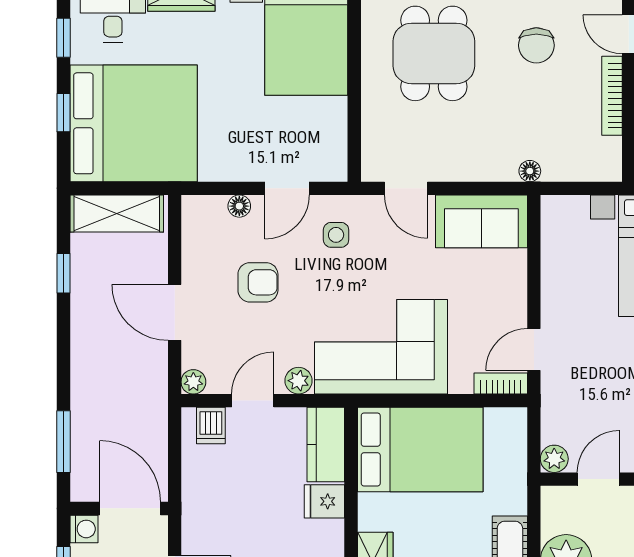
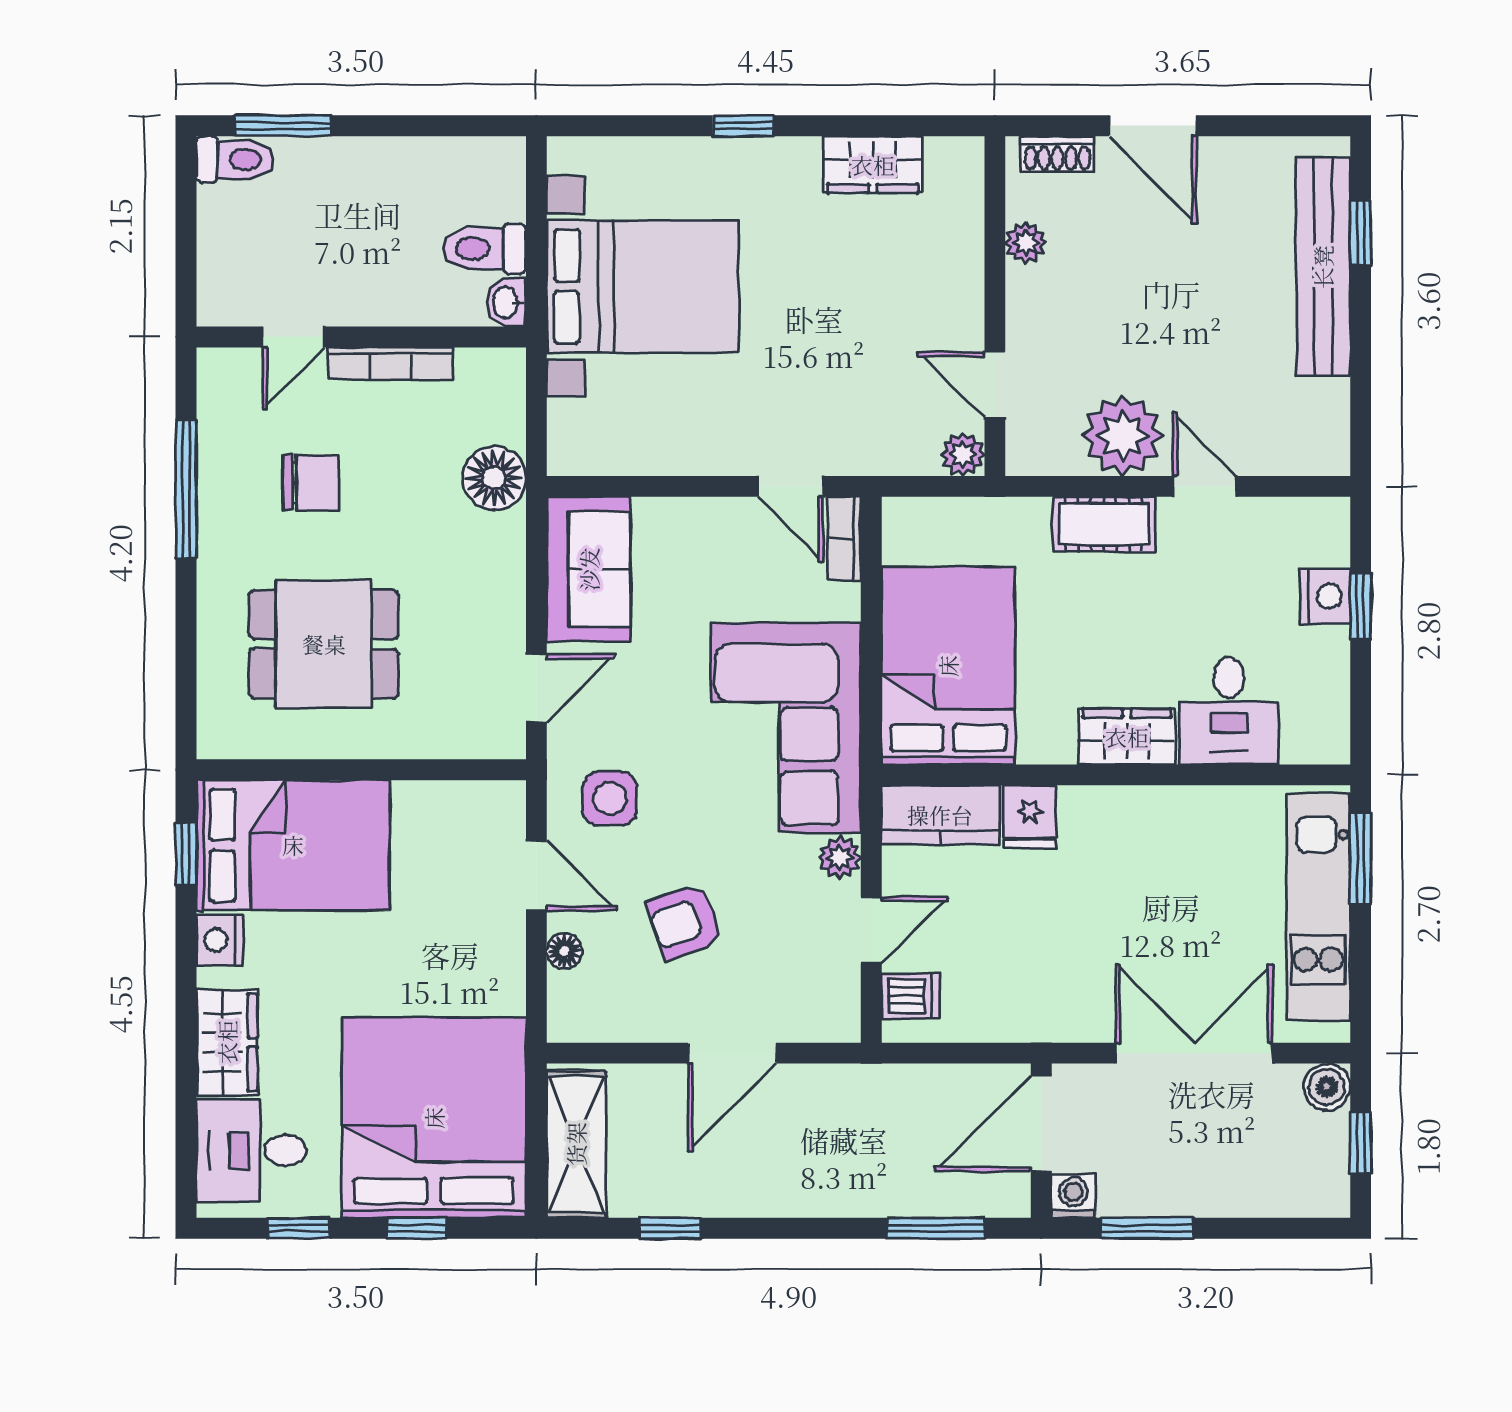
floor lamp: (530, 171) -> (494, 478), width x1.89, depth x1.89
side table: (336, 235) -> (610, 798), width x1.37, depth x1.37
armchair: (258, 282) -> (685, 922), turned -109
plant: (193, 382) -> (842, 1023), removed
door: (253, 401) -> (871, 930), swing flipped

